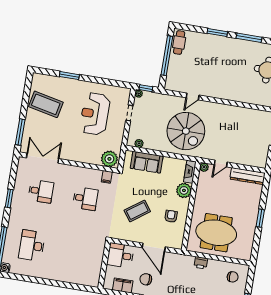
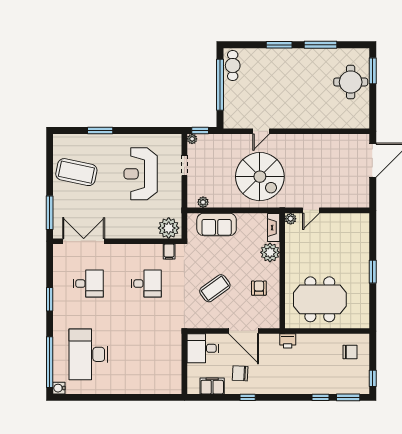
dresser: (247, 176) -> (348, 221), removed
desk: (32, 245) -> (88, 354), width x1.36, depth x1.30
printer: (201, 263) -> (288, 341), moved

